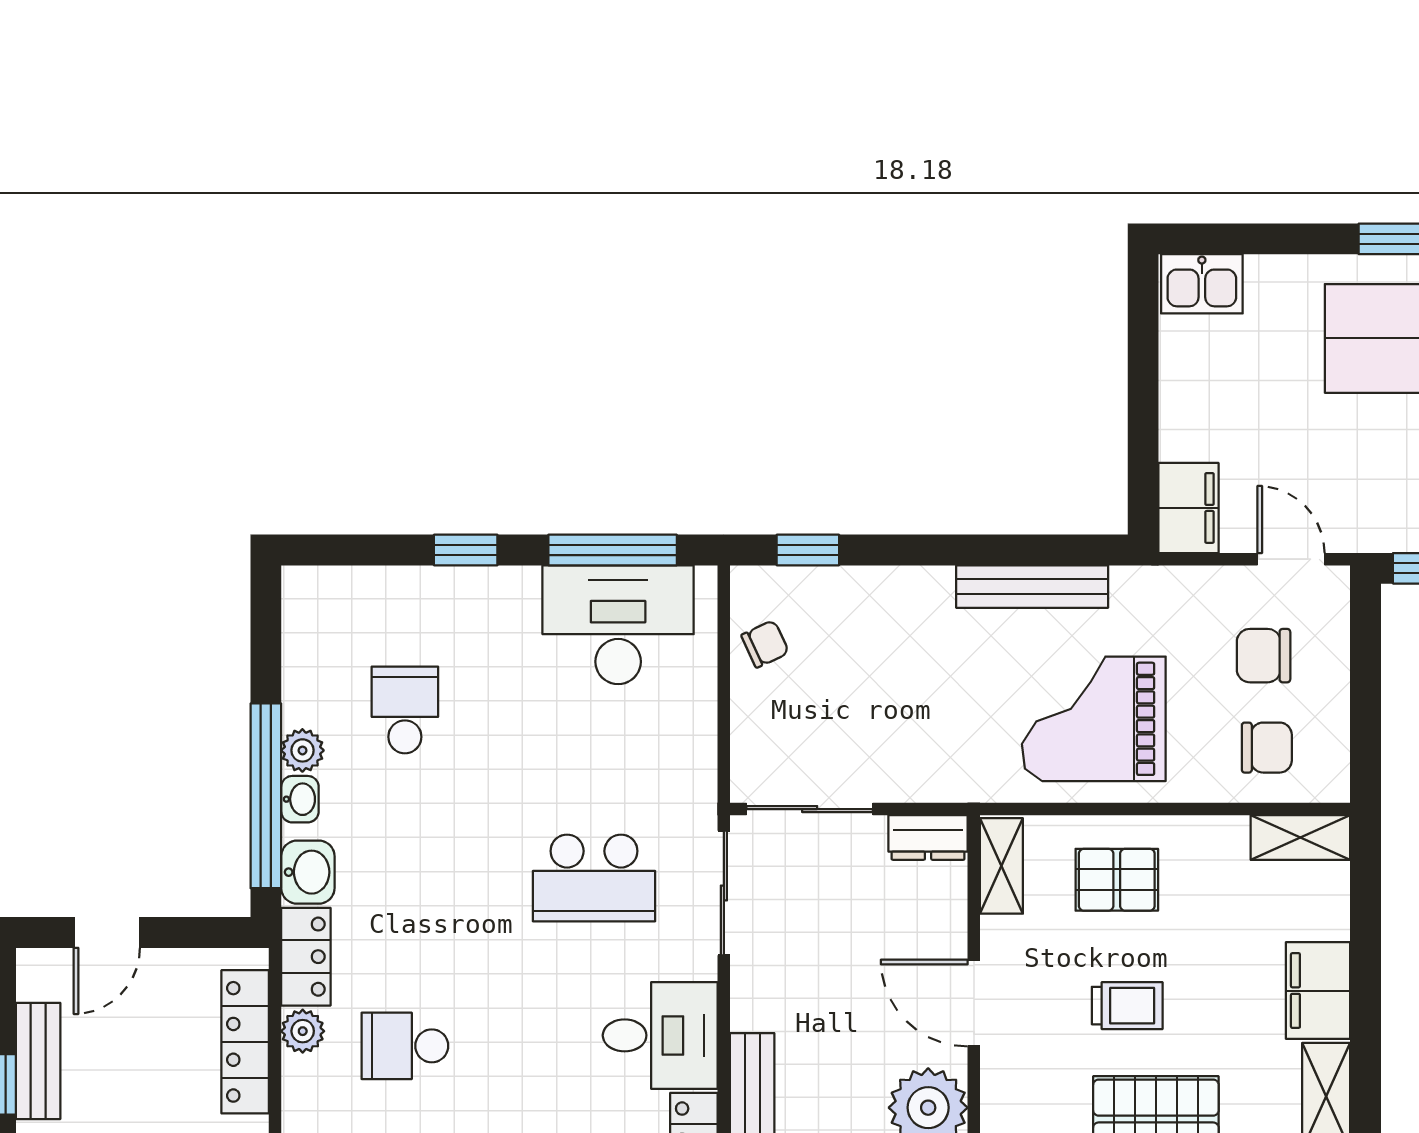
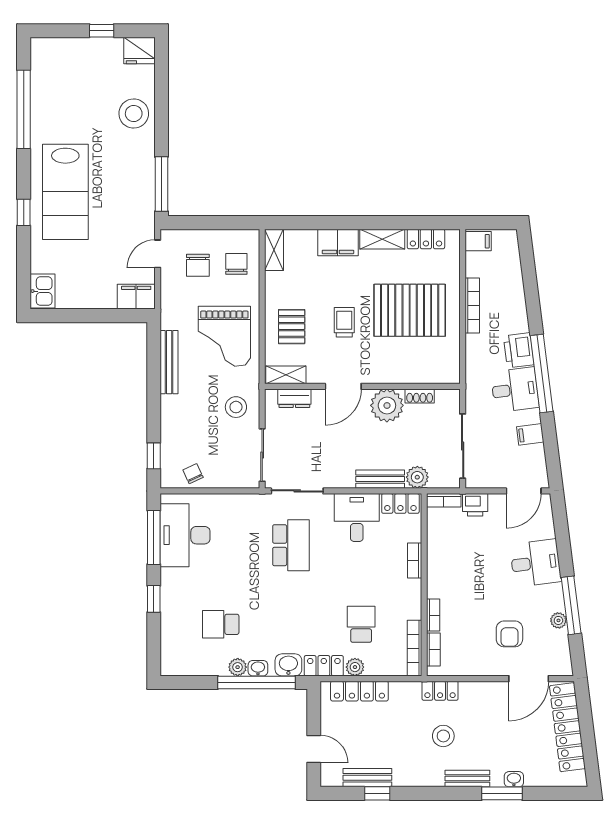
stool: (924, 747) -> (236, 407), added
dresser: (928, 837) -> (294, 398), moved, turned 90
school desk: (405, 1046) -> (361, 624), turned 180

